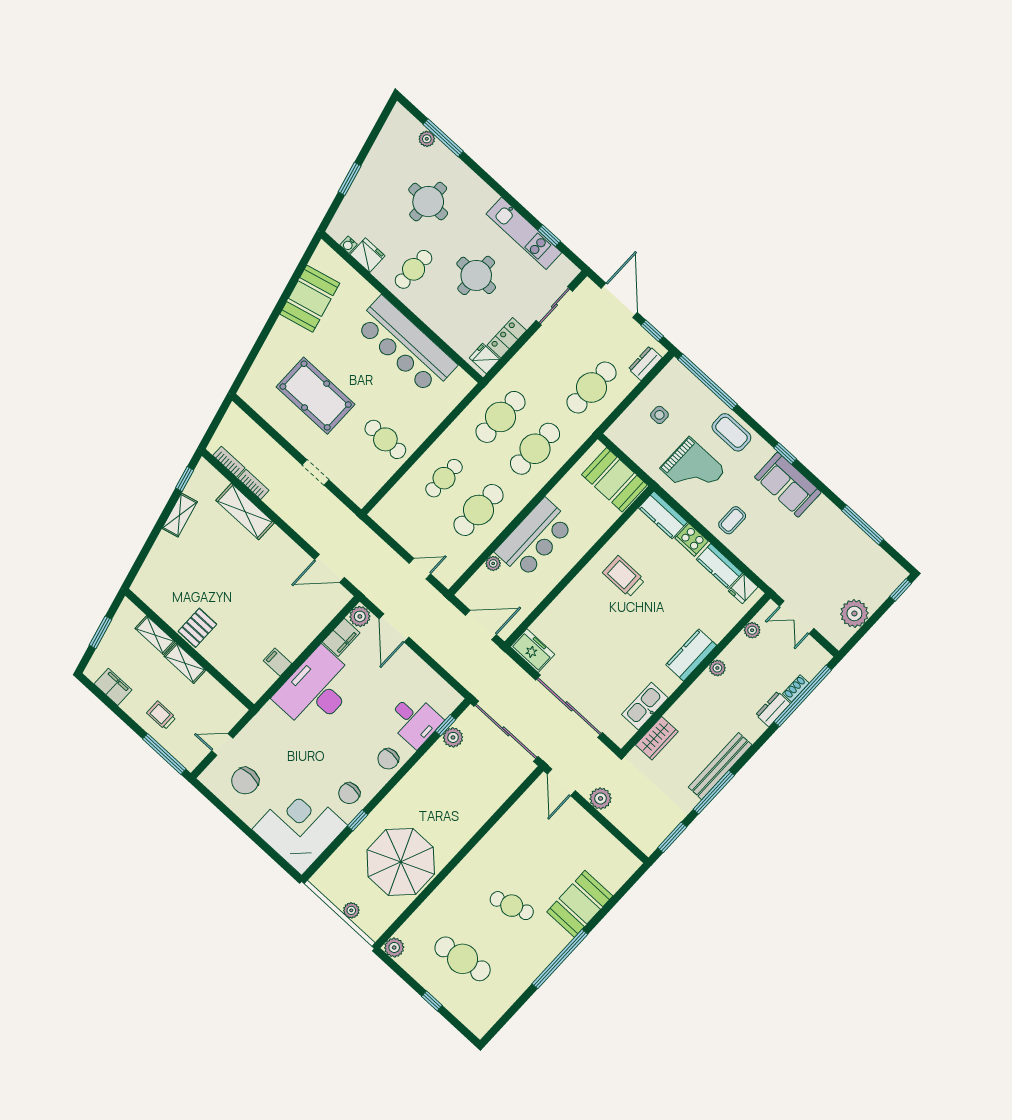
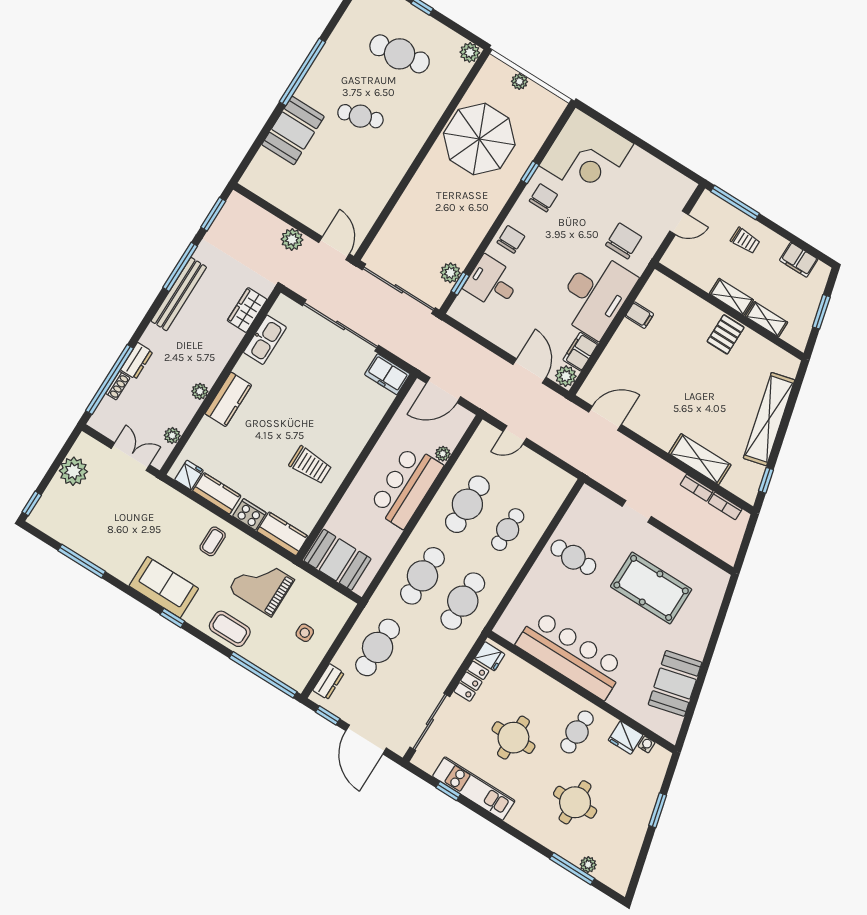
sliding door: (554, 306) -> (430, 722), width x1.37
shelving: (180, 515) -> (769, 419), width x2.20, depth x1.33
chair: (245, 781) -> (624, 241), moved

